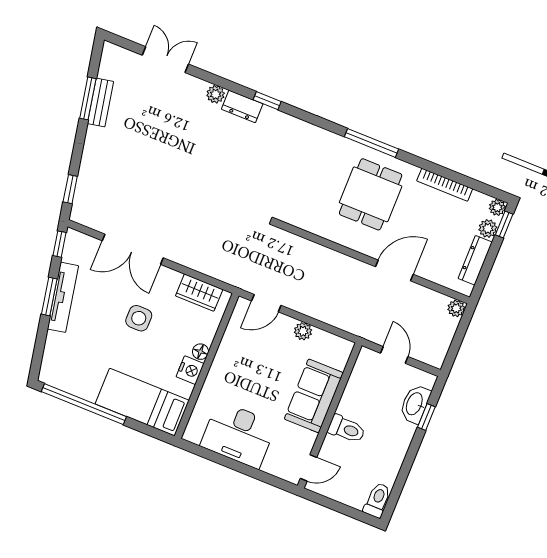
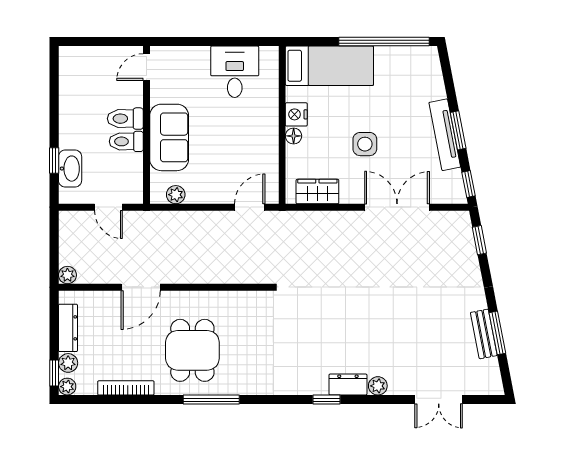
plant: (303, 331) -> (176, 195), moved
desk: (238, 435) -> (235, 72), width x0.73
toilet: (377, 500) -> (126, 141), moved, turned 90

